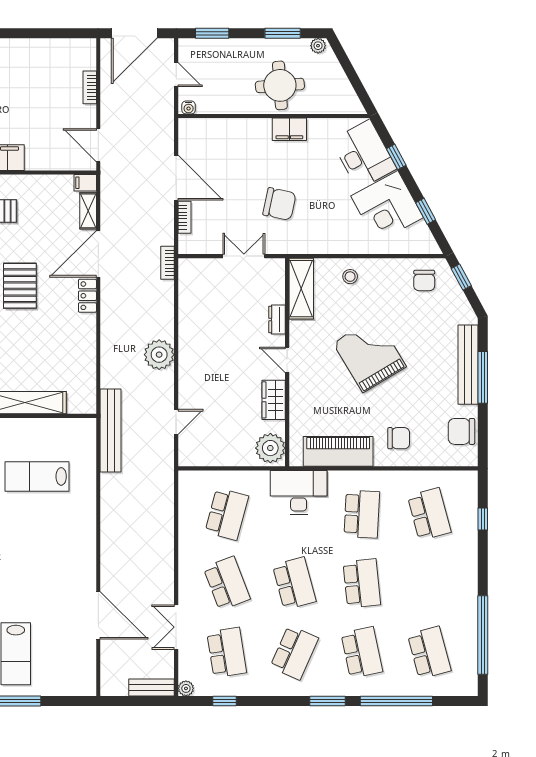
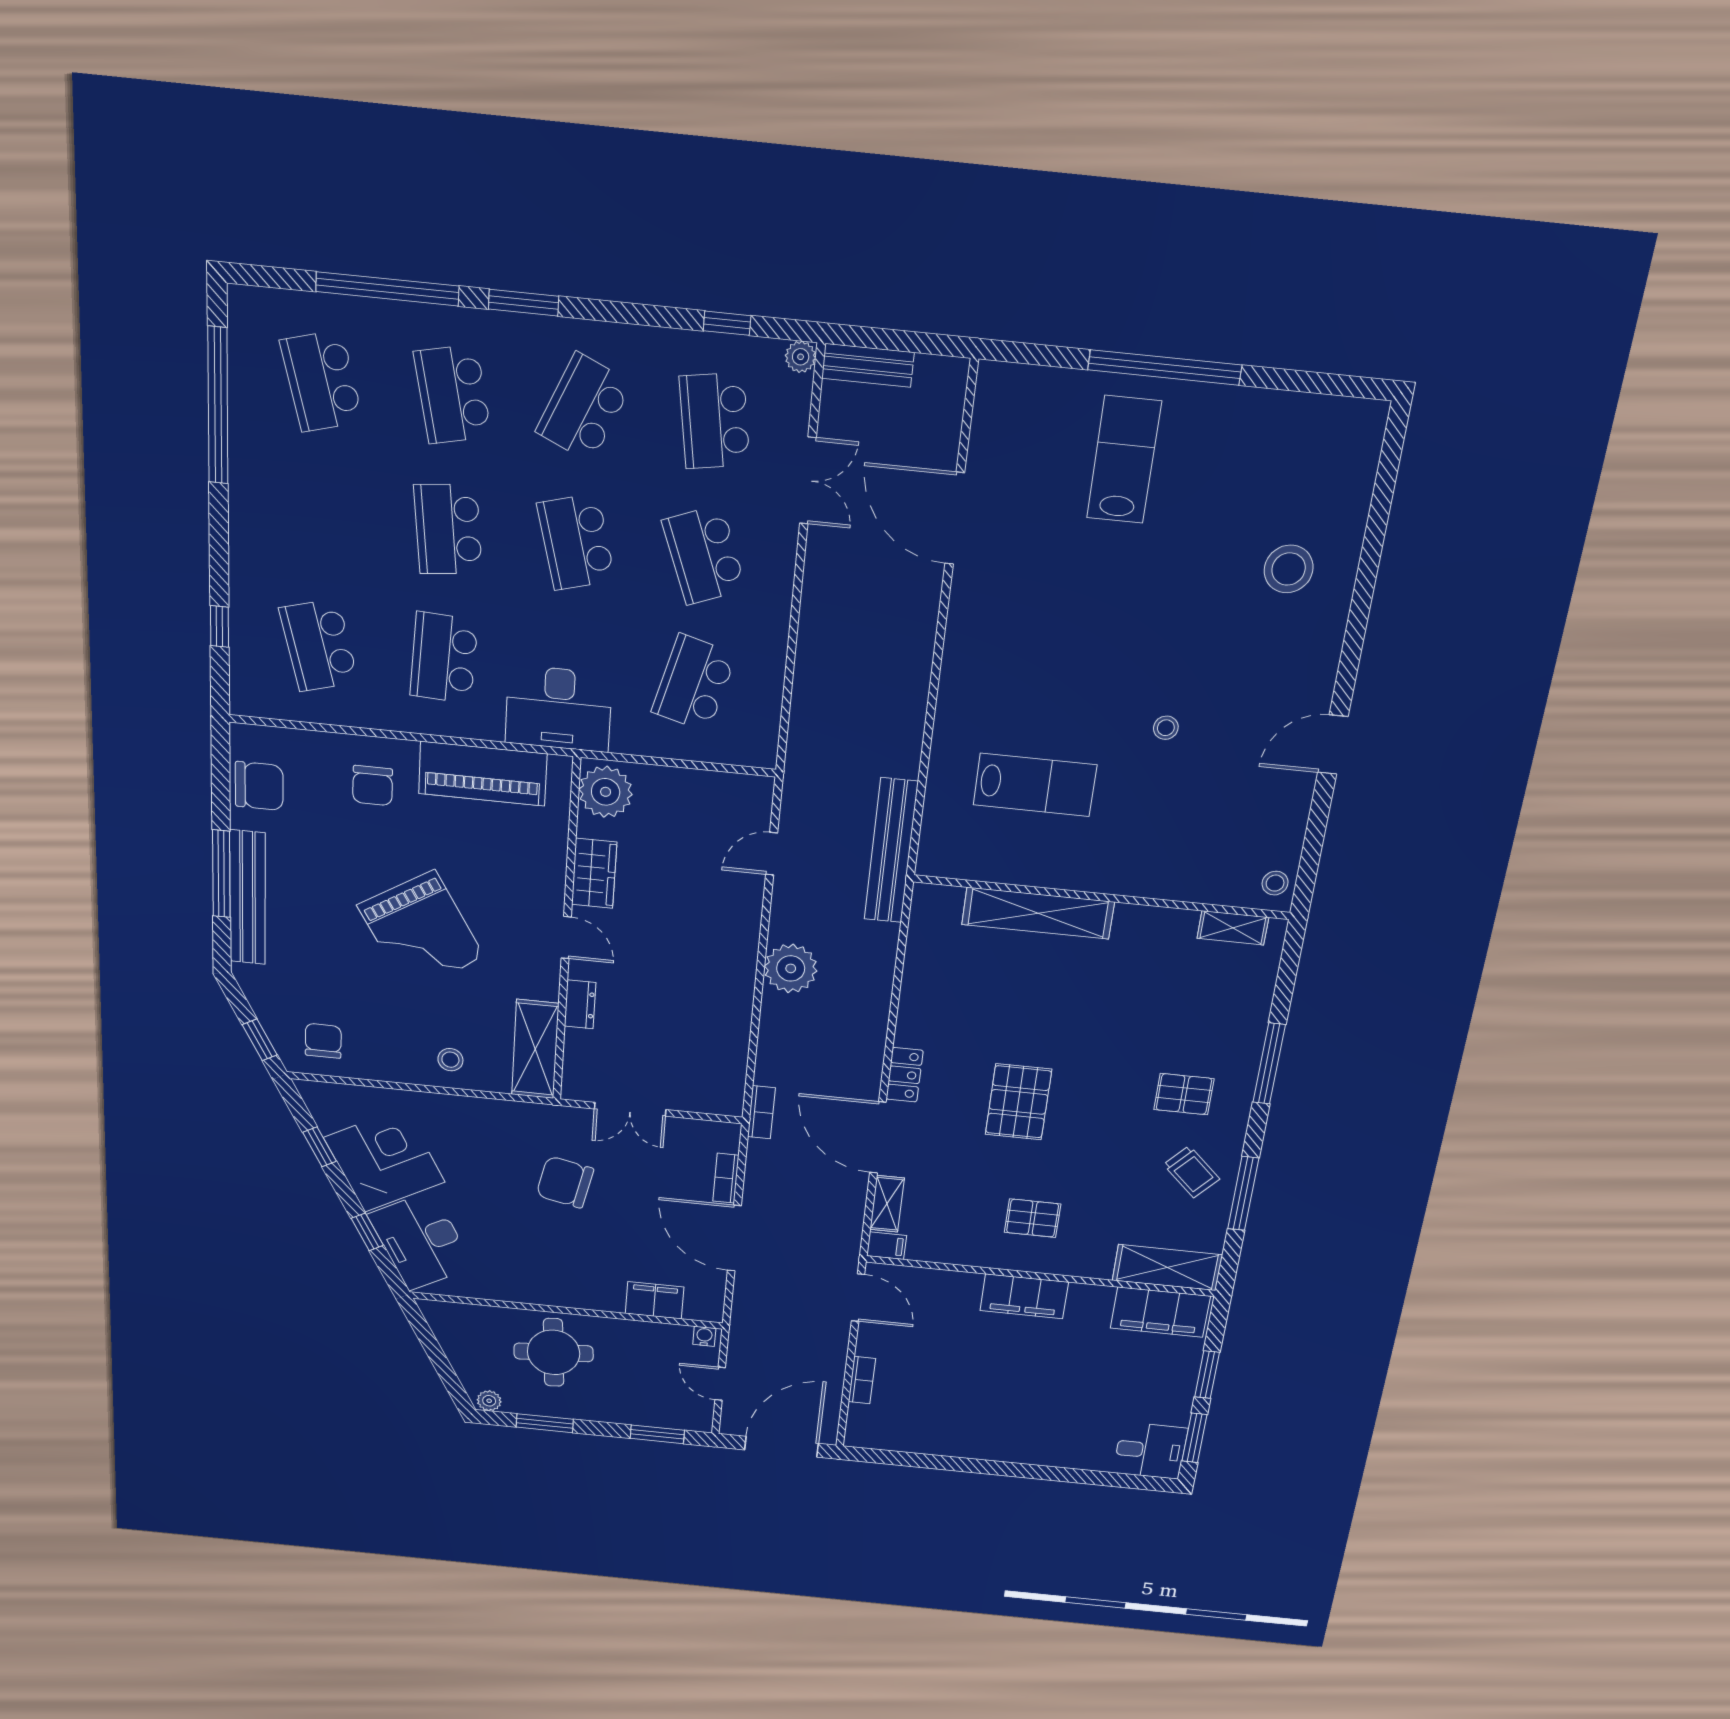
filing cabinet: (289, 129) -> (655, 1300), moved
door: (98, 254) -> (878, 1137), swing flipped
chair: (399, 438) -> (373, 786), turned -90

